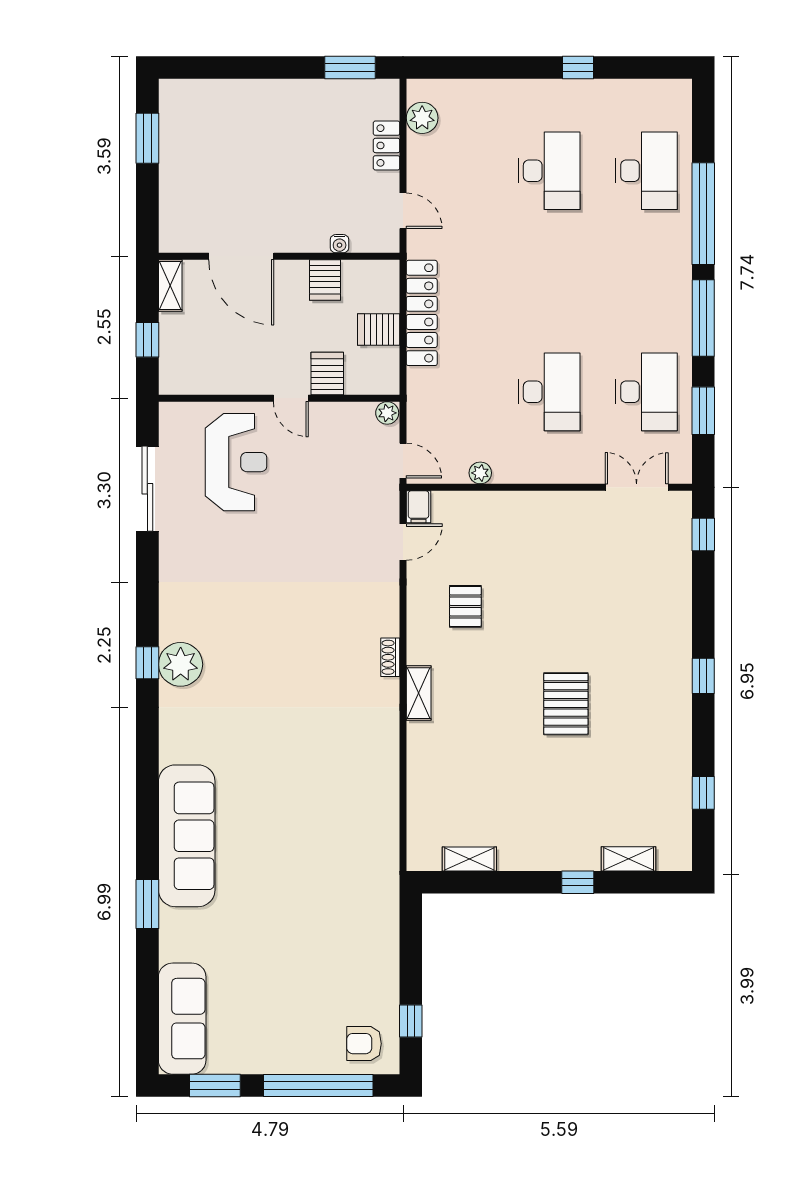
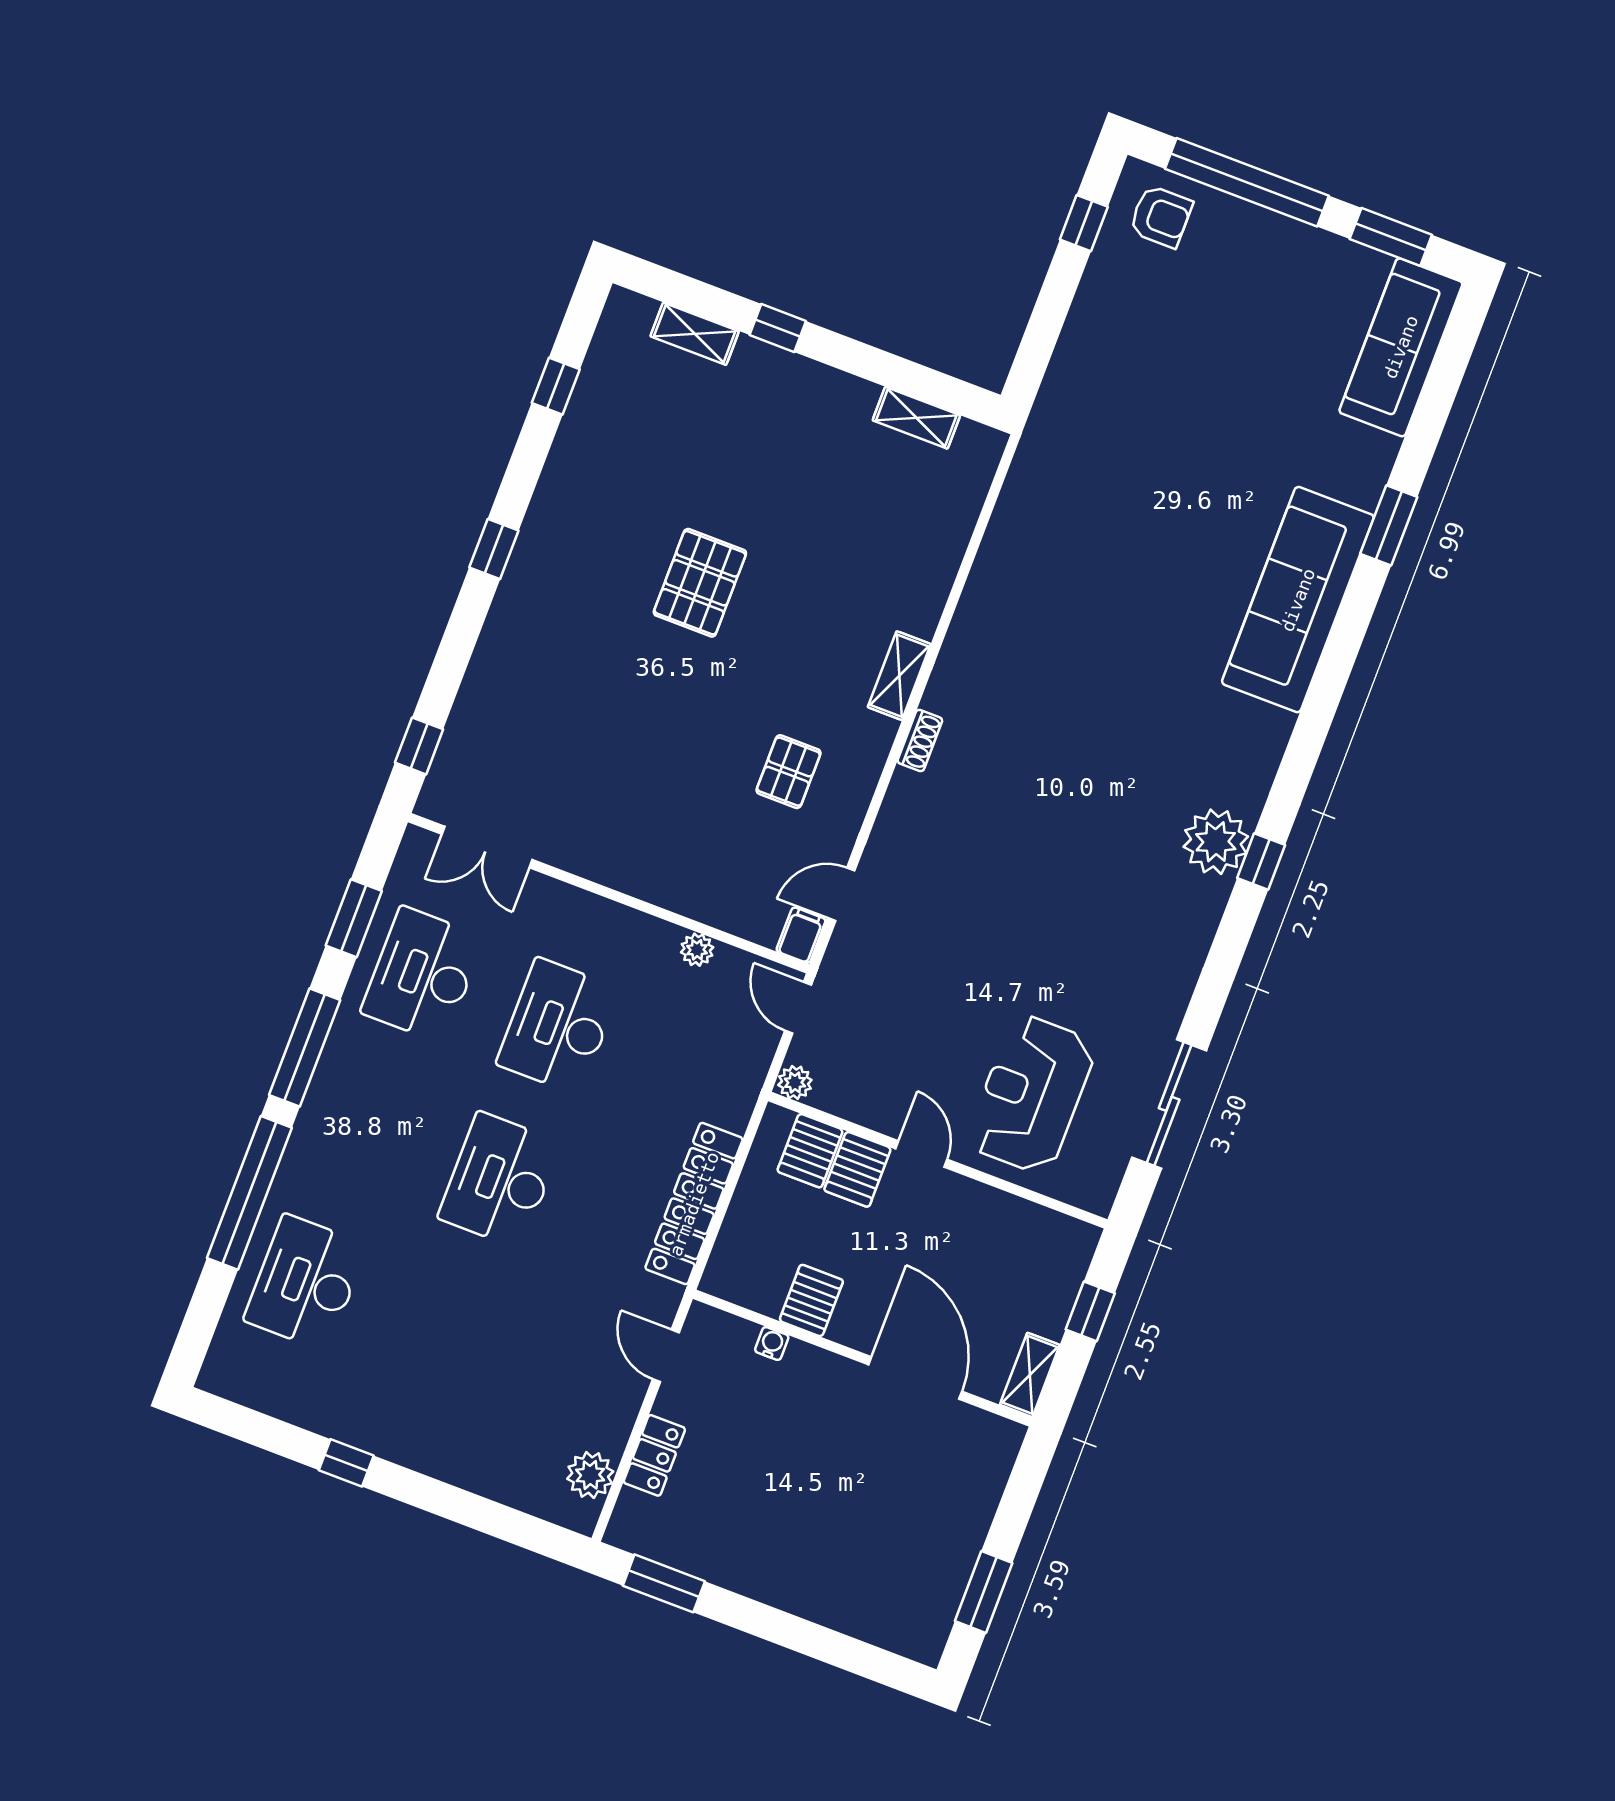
desk: (549, 171) -> (500, 1180), moved
server rack: (379, 330) -> (810, 1151), moved, turned 90

